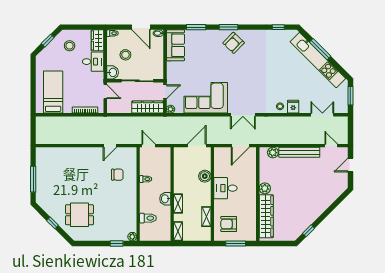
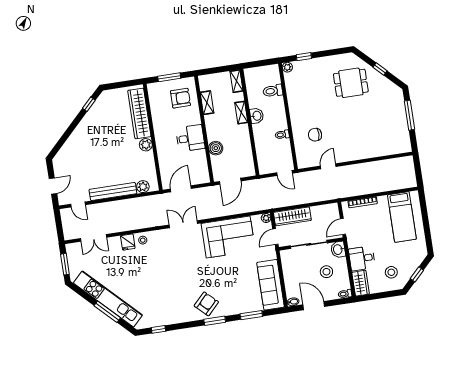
sofa: (176, 45) -> (271, 285), width x1.36
door: (105, 92) -> (343, 227), hinge flipped

